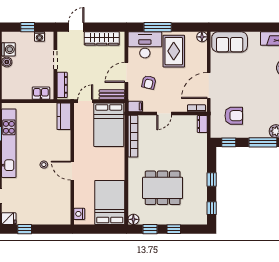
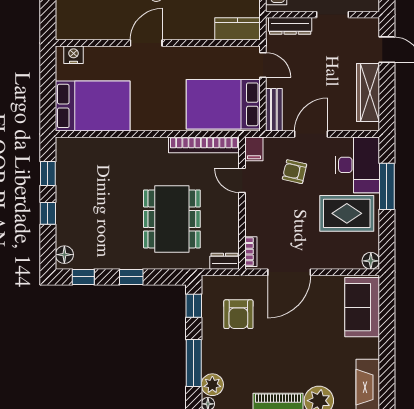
door: (126, 72) -> (311, 134), hinge flipped
door: (209, 85) -> (289, 272), swing flipped
door: (164, 114) -> (242, 180), moved
dining table: (163, 188) -> (172, 219), moved
floor lamp: (133, 219) -> (64, 255), moved

